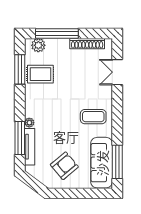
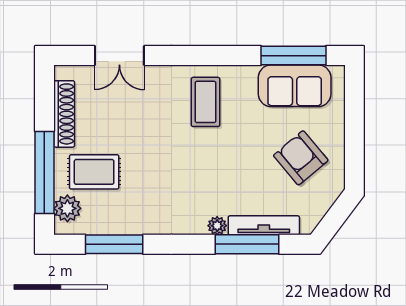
rug: (40, 74) -> (94, 172), moved, turned 90
sofa: (102, 163) -> (295, 86), width x0.73

